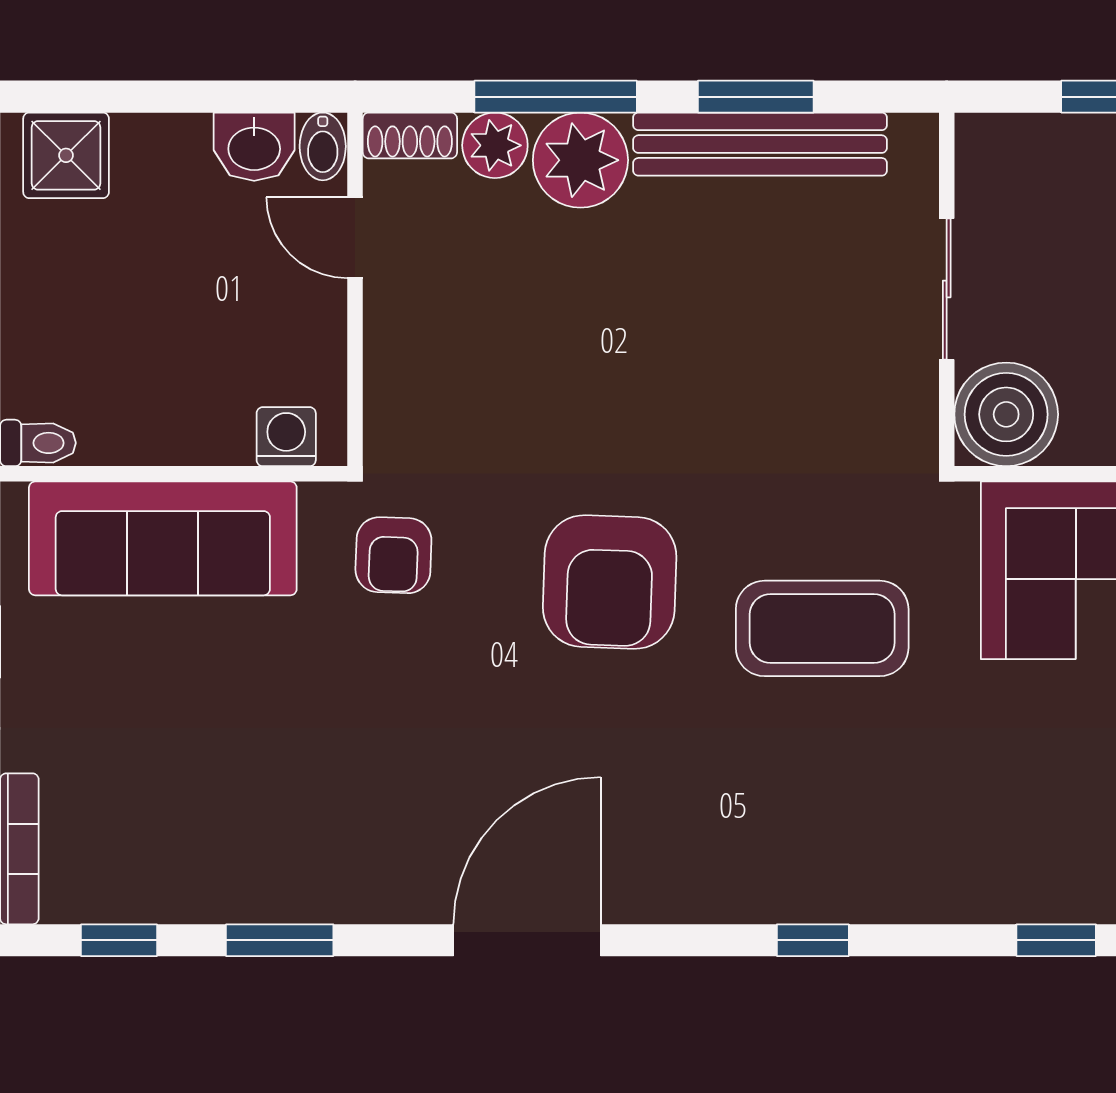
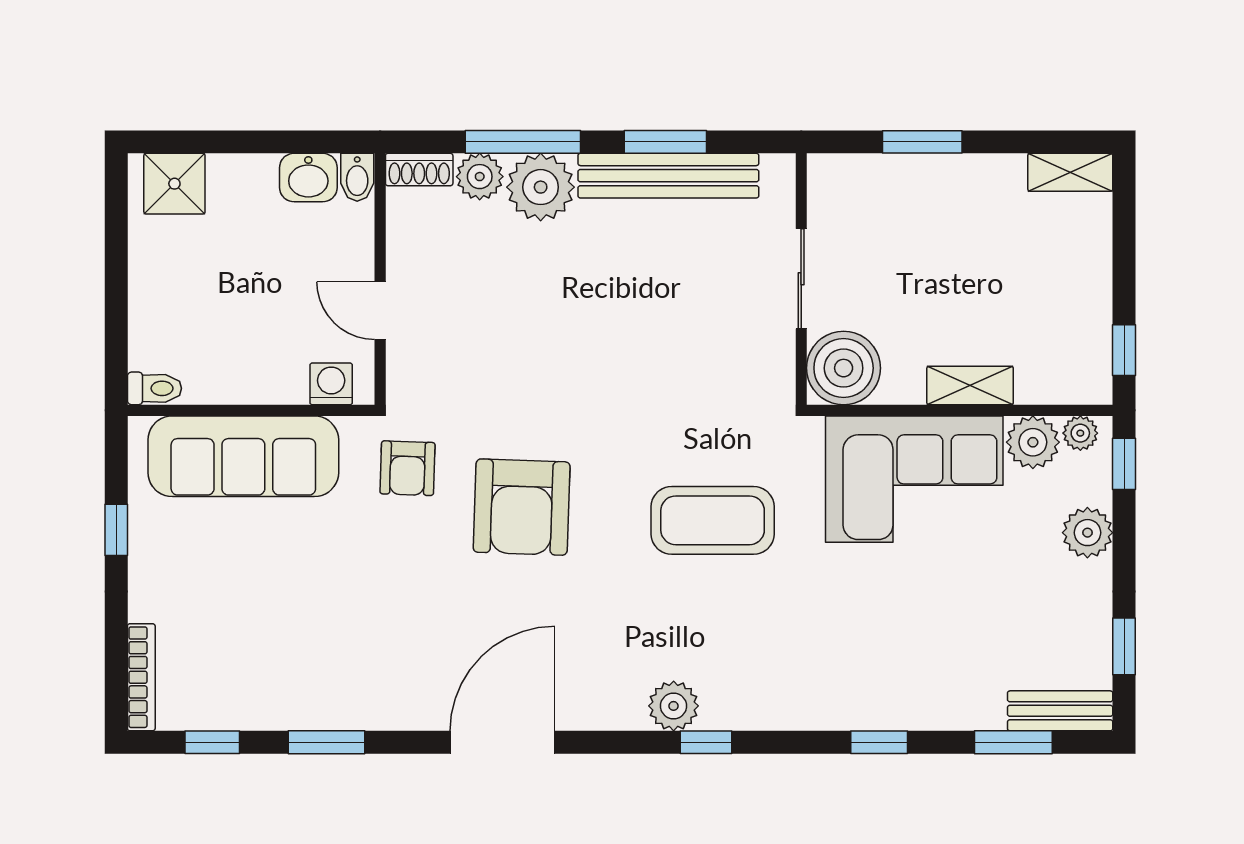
door: (355, 238) -> (380, 311), moved
armchair: (610, 582) -> (522, 507), moved
plant: (767, 889) -> (674, 706), added

